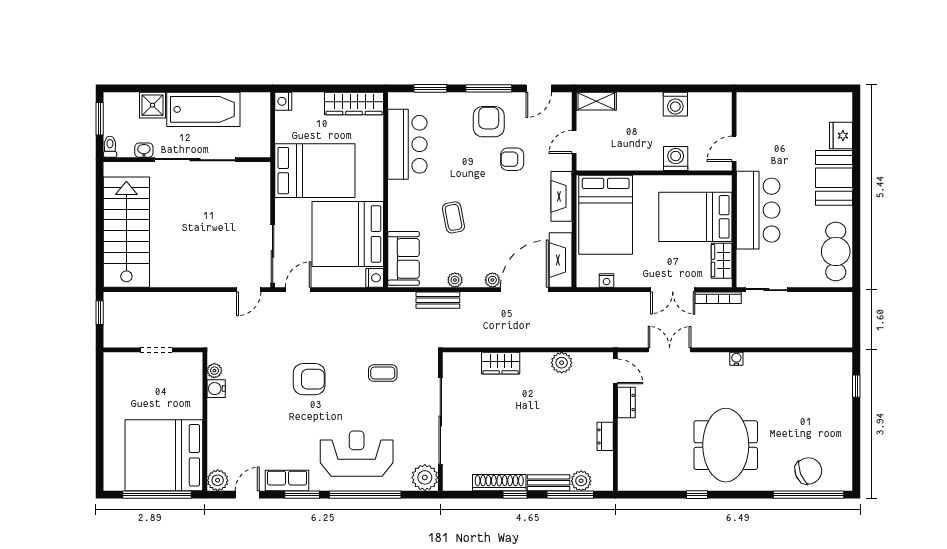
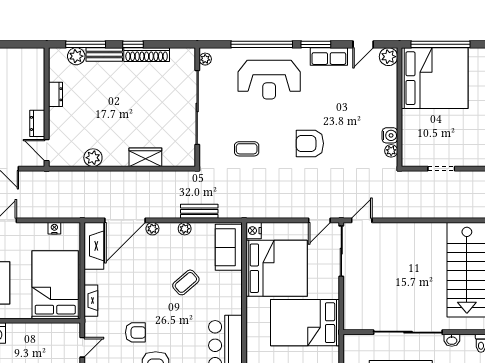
fireplace: (561, 196) -> (91, 301), width x0.73, depth x0.76
coffee table: (453, 217) -> (186, 282), turned 60
plant: (425, 477) -> (205, 59), width x0.53, depth x0.53

